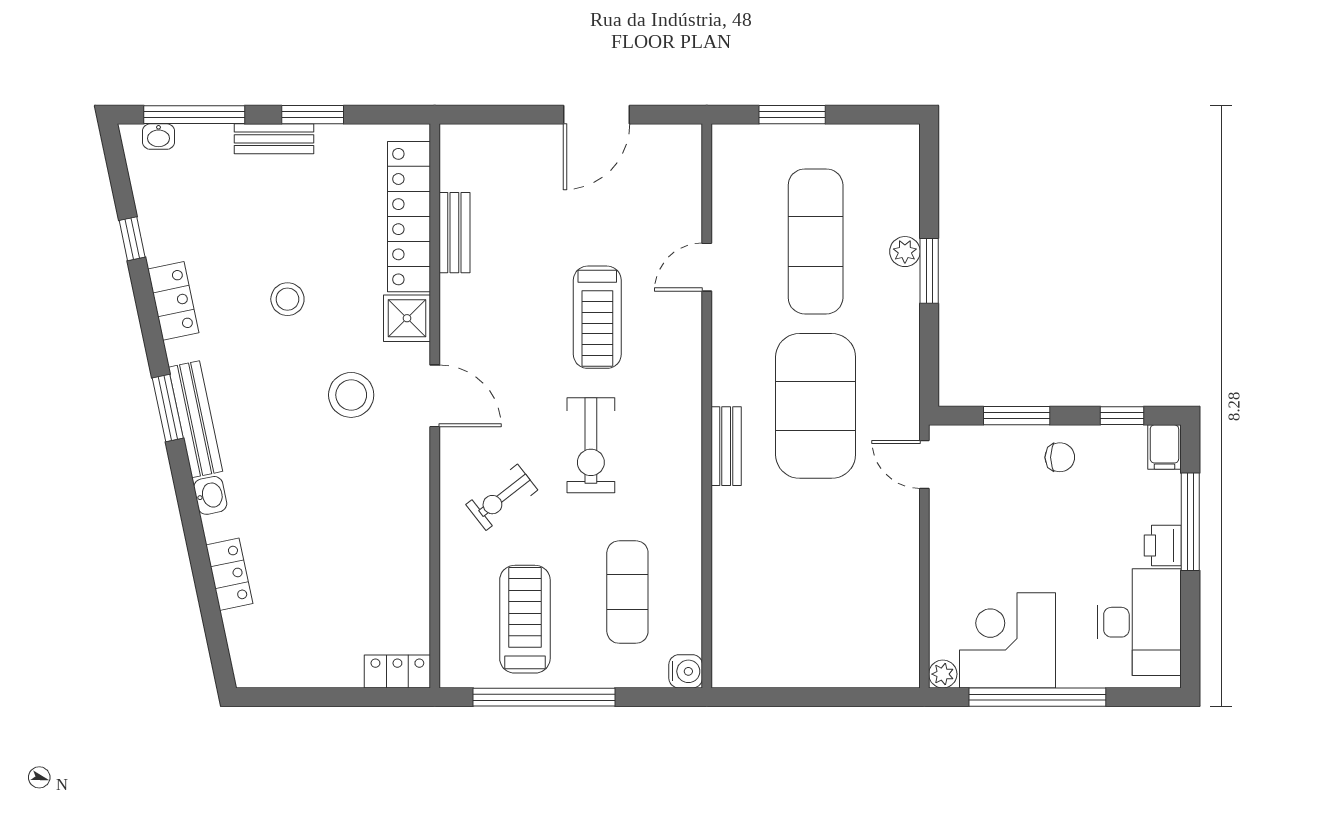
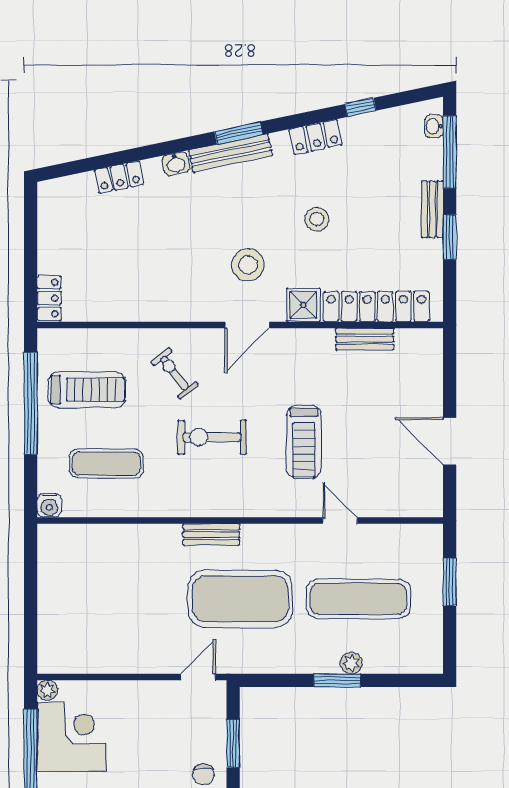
treadmill: (597, 317) -> (304, 442), turned -90

